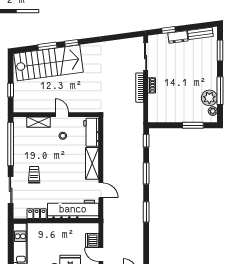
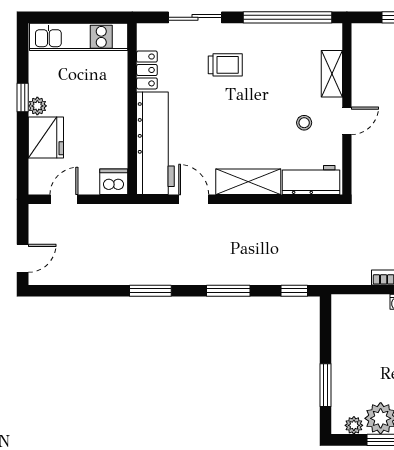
door: (101, 190) -> (194, 199), swing flipped
dishwasher: (92, 240) -> (114, 182), moved

